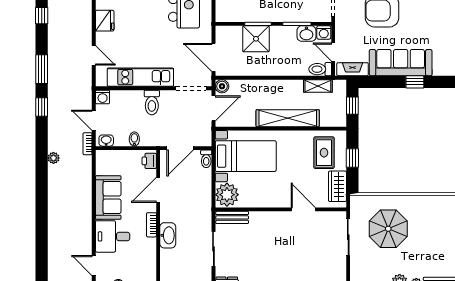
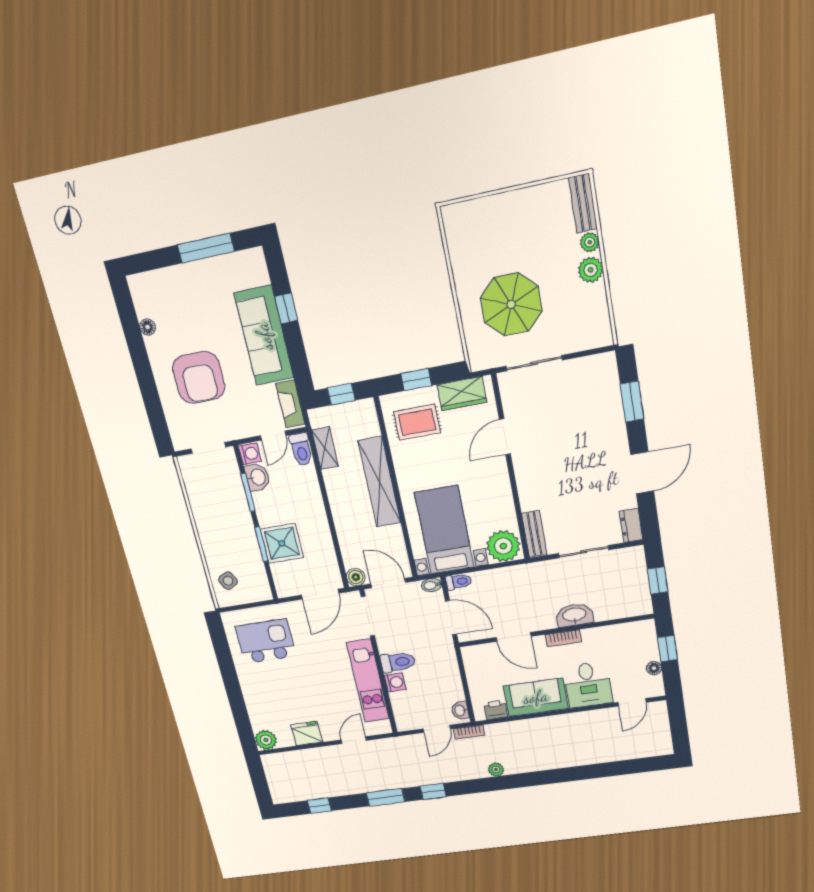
washing machine: (103, 97) -> (395, 682), moved
bidet: (134, 139) -> (432, 585), moved
printer: (149, 161) -> (496, 710), moved, turned 180

